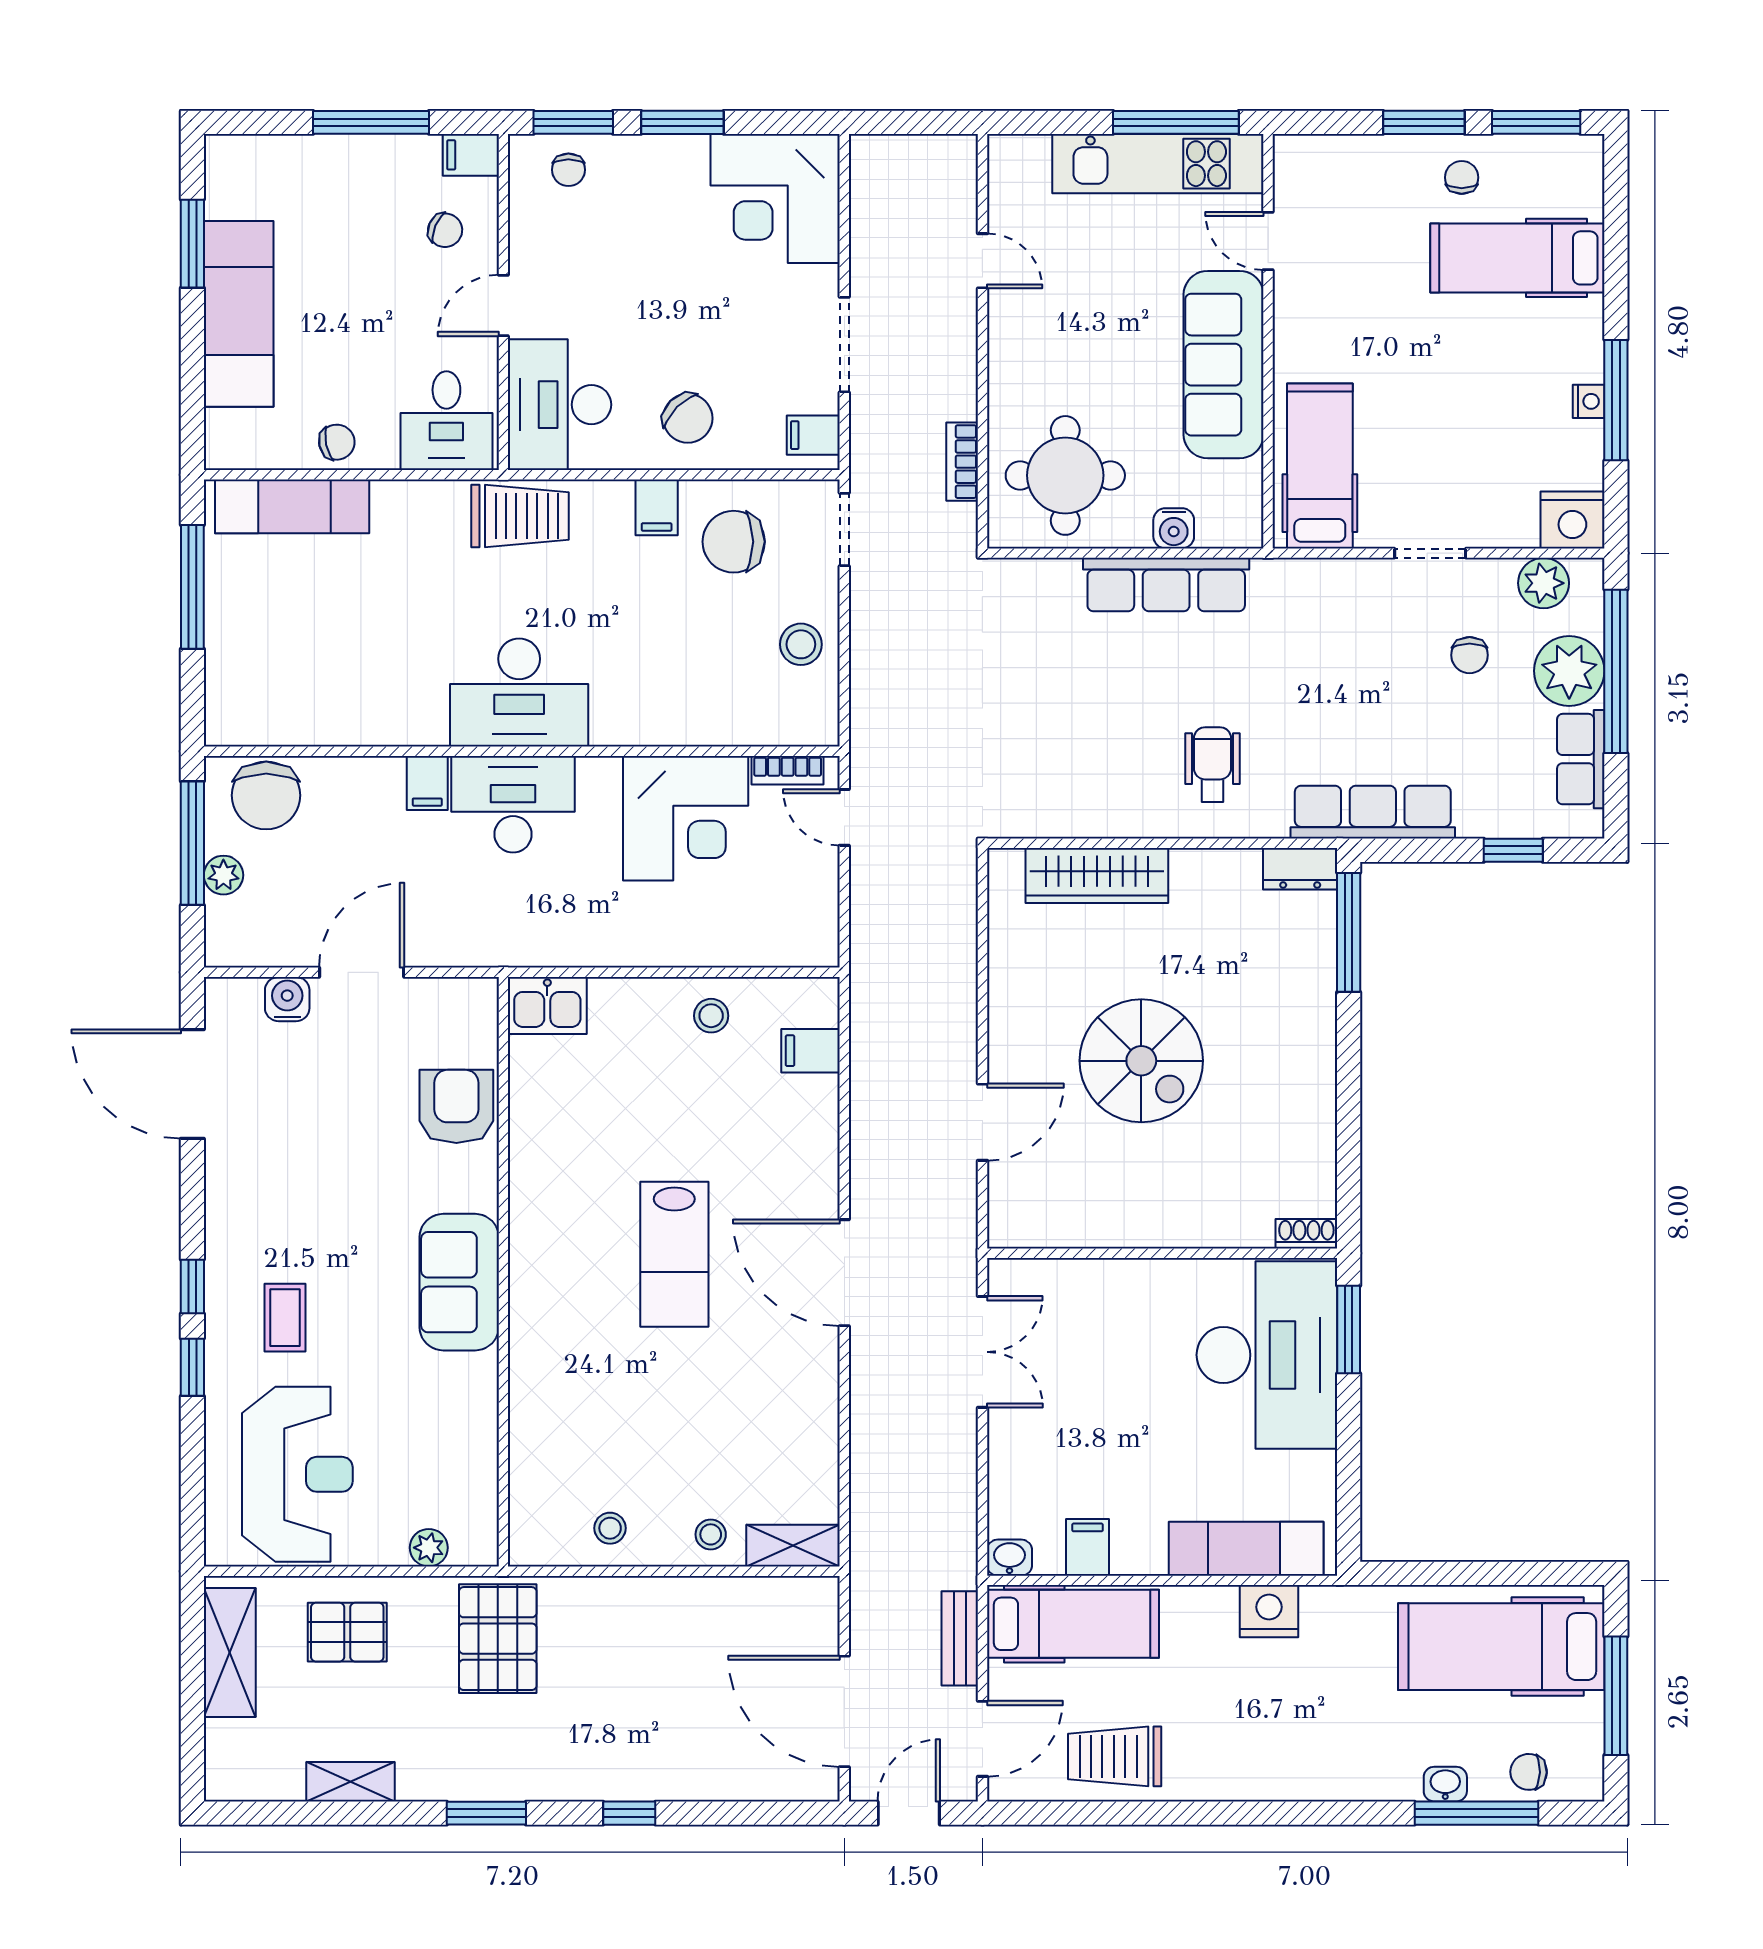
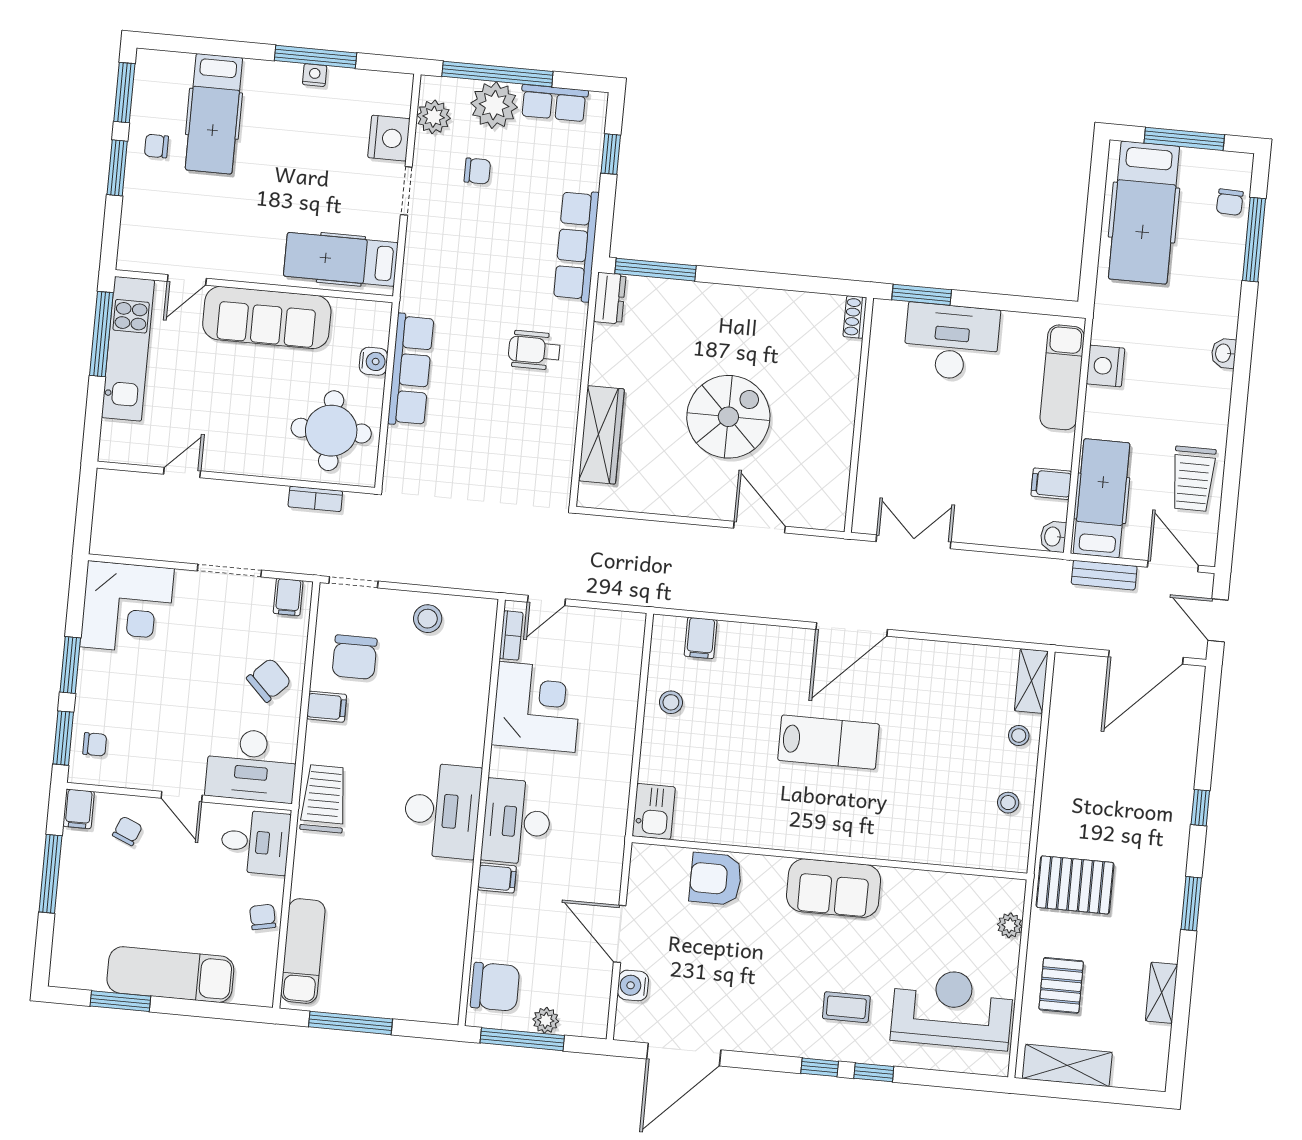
nightstand: (1572, 520) -> (389, 138), moved
desk: (1267, 1355) -> (951, 342), width x0.73, depth x0.77
washbasin: (1445, 1784) -> (1224, 353), moved

